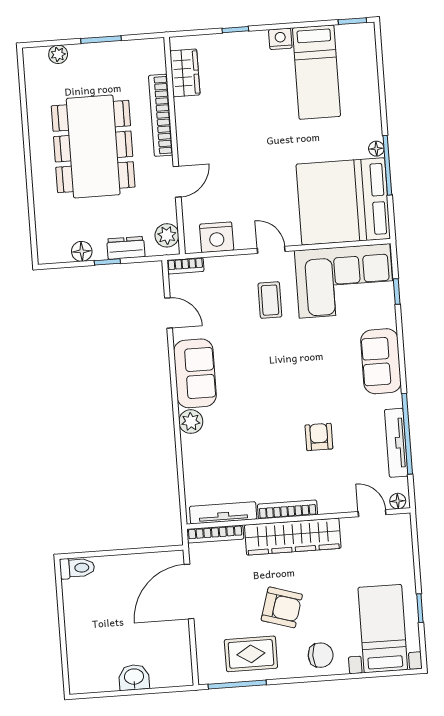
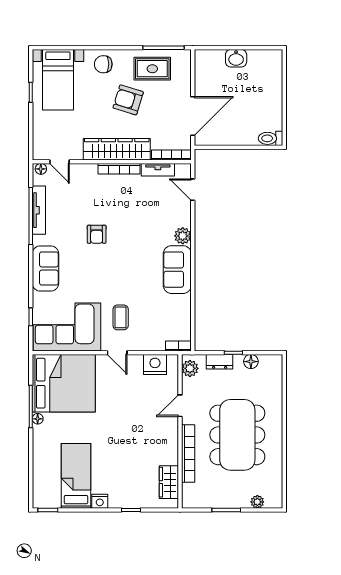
door: (169, 313) -> (193, 190), moved
armchair: (319, 437) -> (97, 234), moved
tv unit: (223, 513) -> (158, 170), width x0.71

